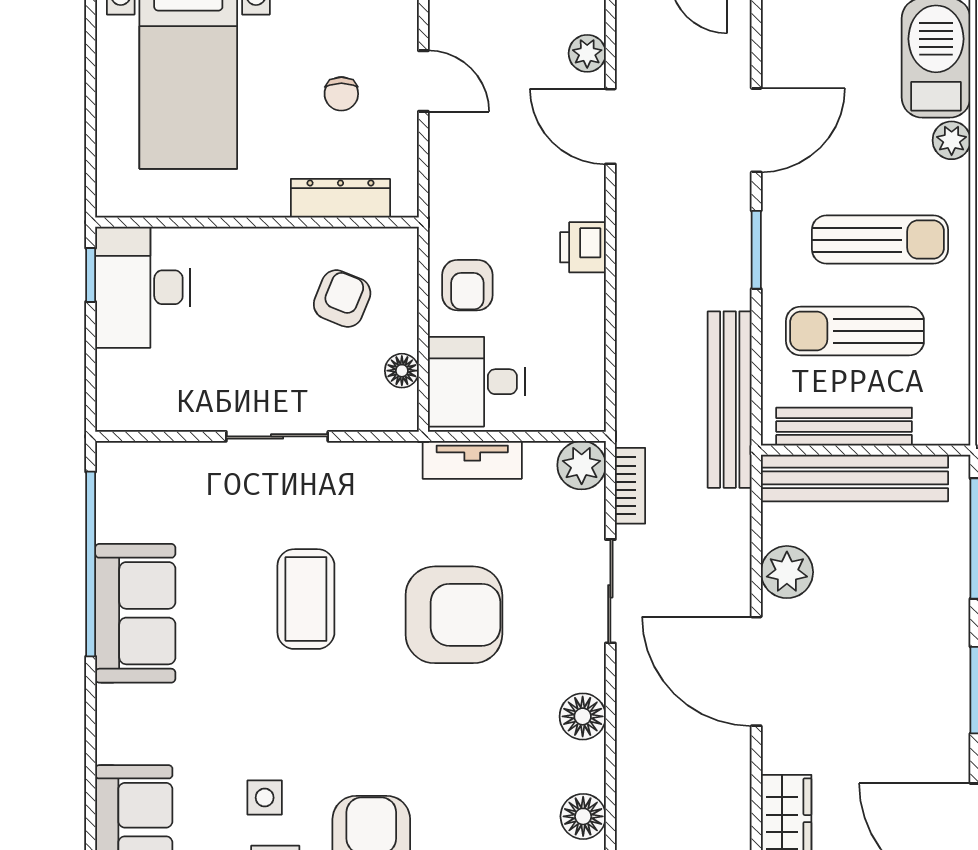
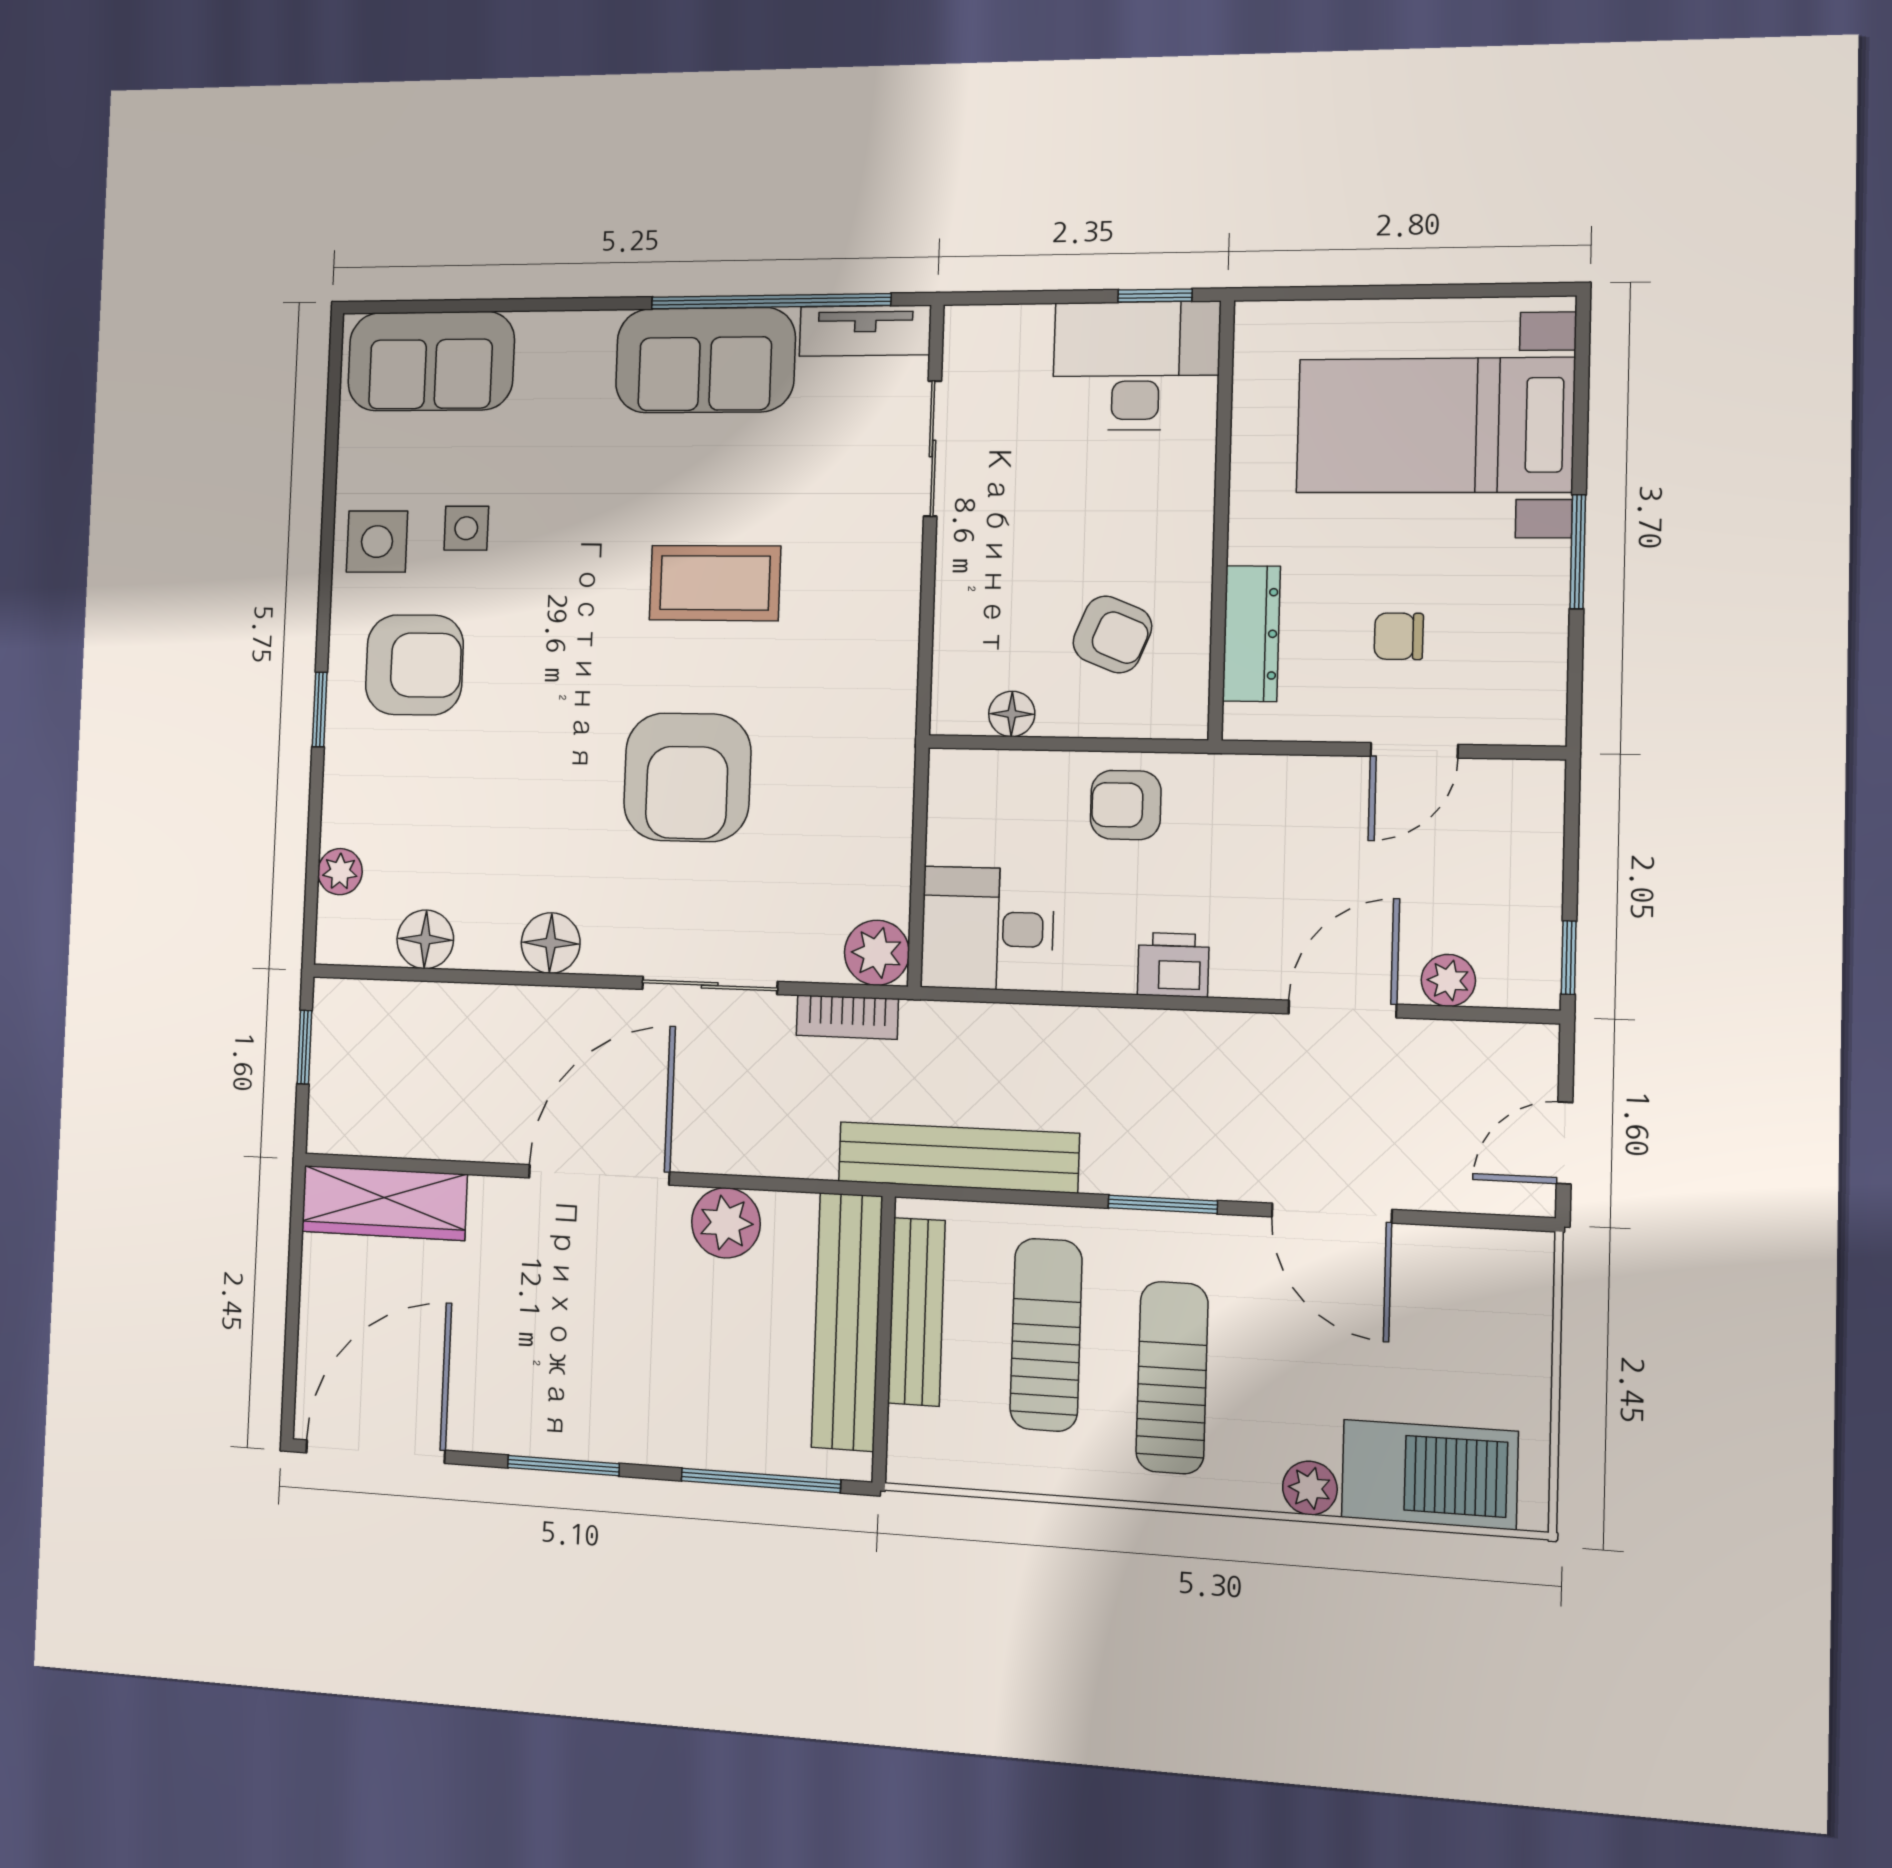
sun lounger: (880, 240) -> (1172, 1378), turned 180
desk: (476, 382) -> (987, 929), moved, turned -90
sliding door: (277, 436) -> (932, 449), moved
tv unit: (472, 460) -> (865, 331), moved, turned -90

